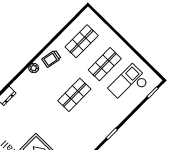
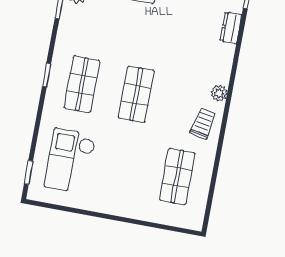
shop shelf: (105, 64) -> (82, 84), moved
checkout: (129, 84) -> (70, 161), turned 180

